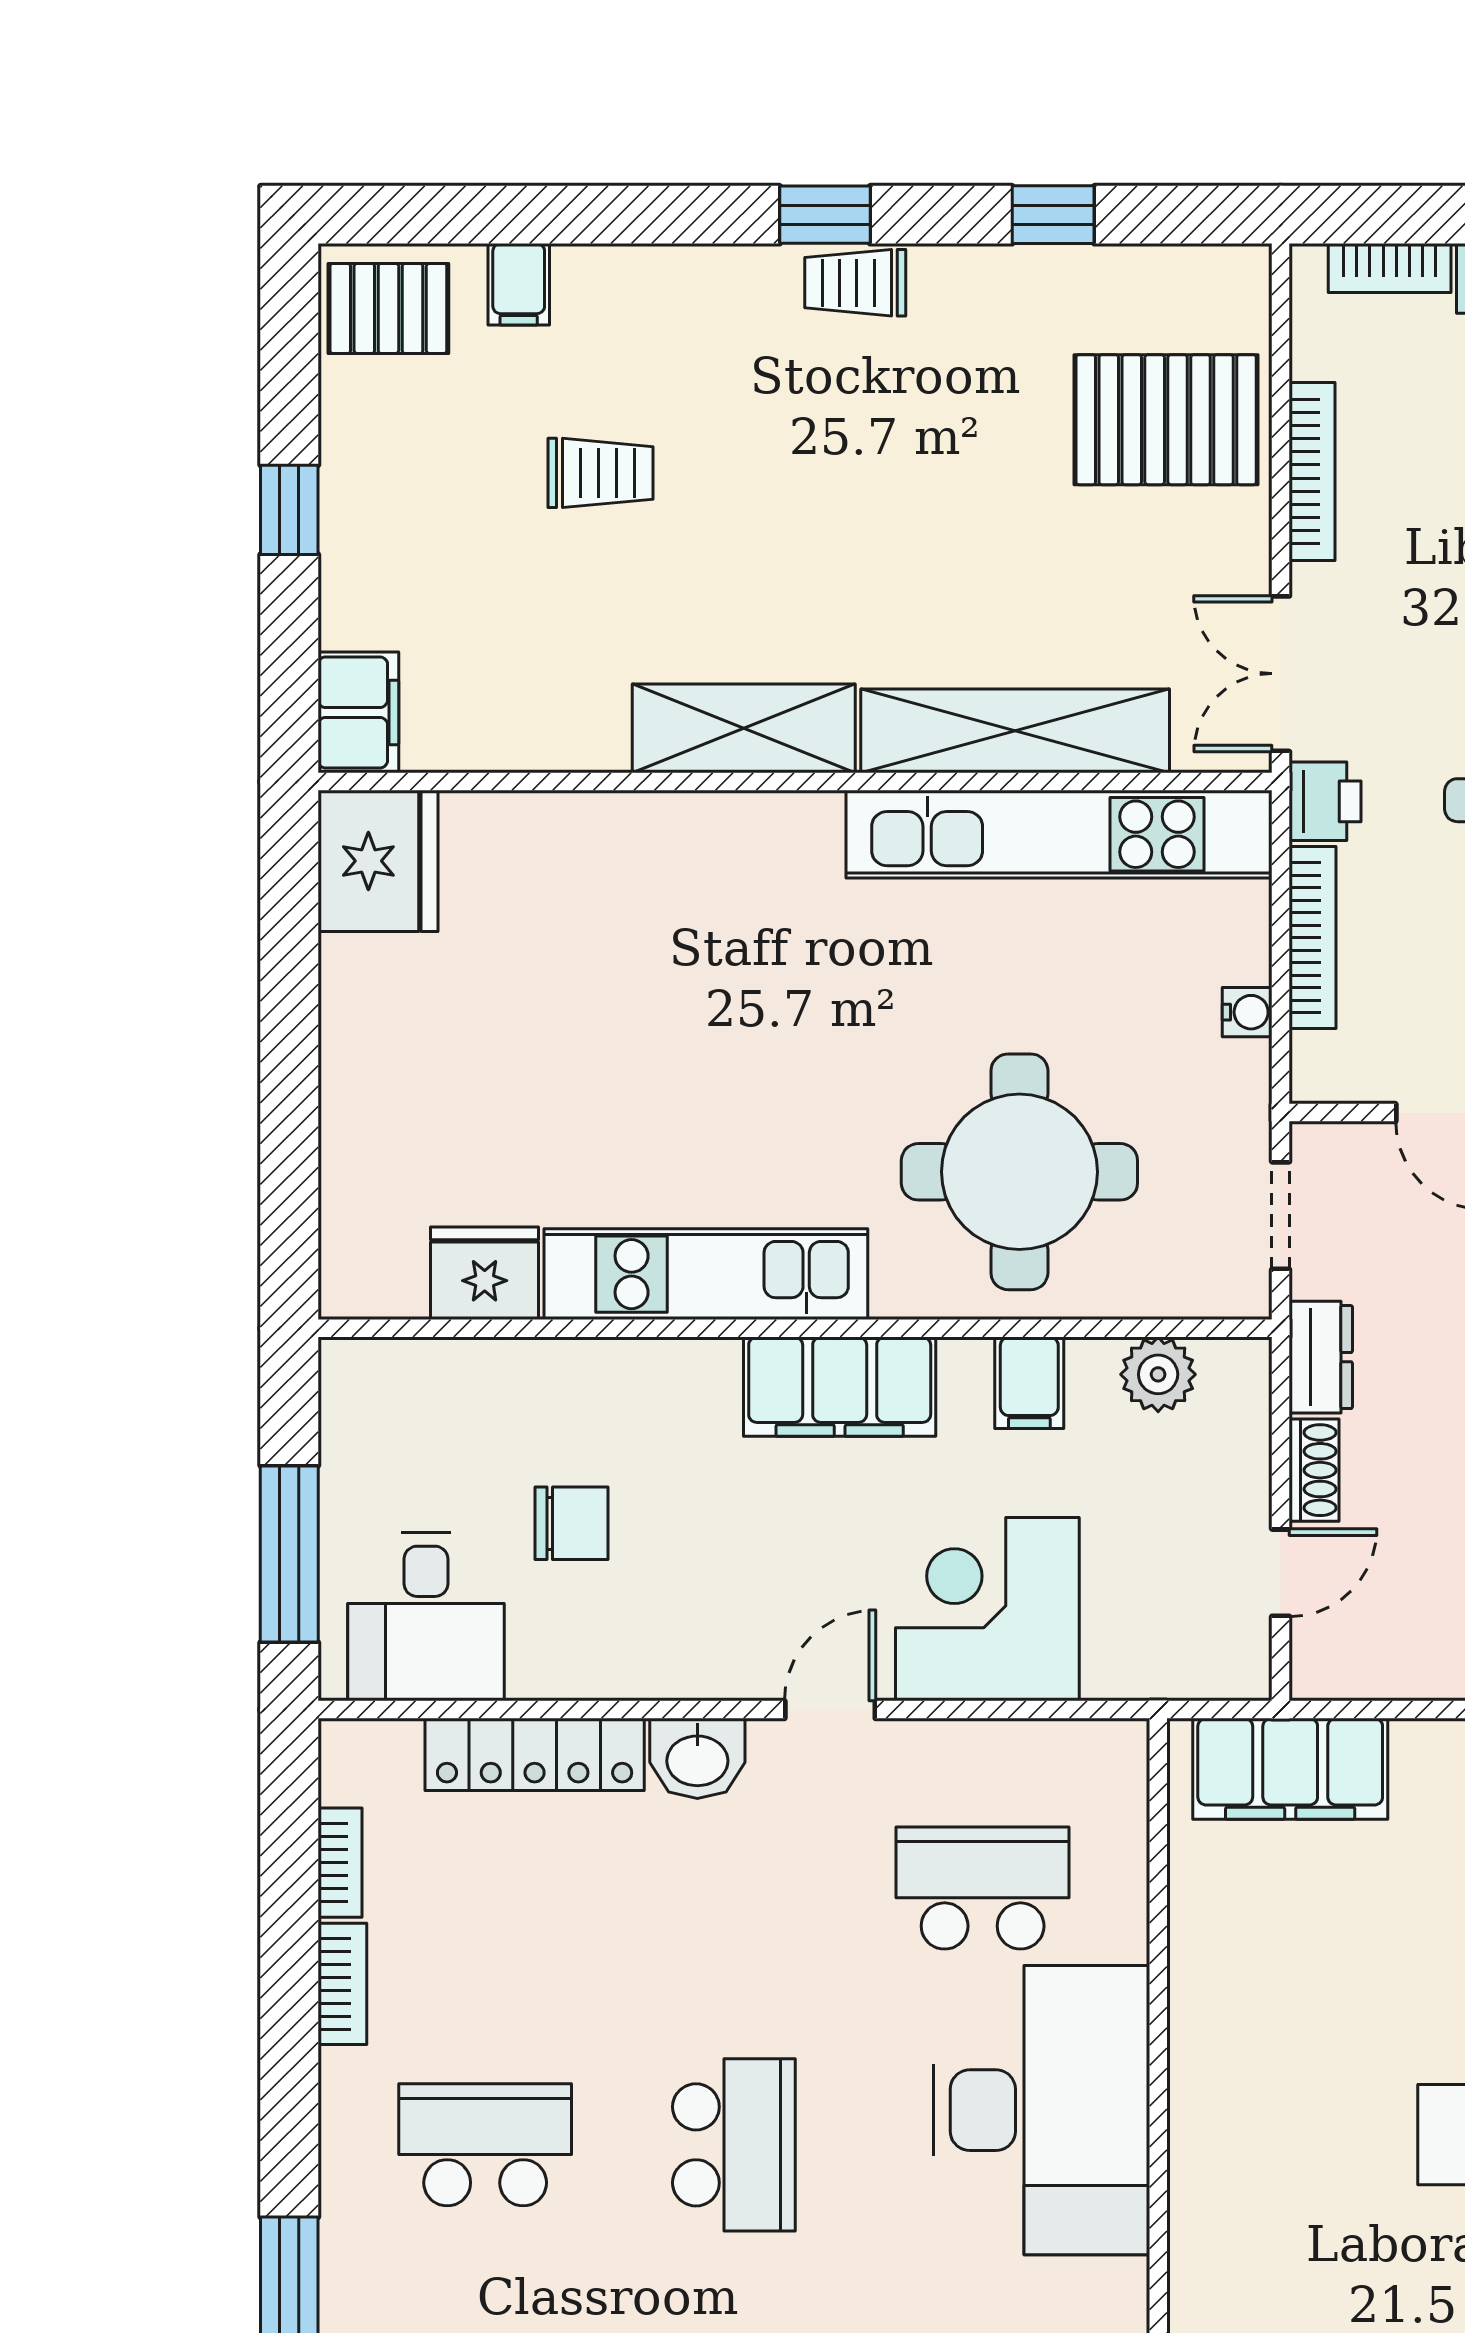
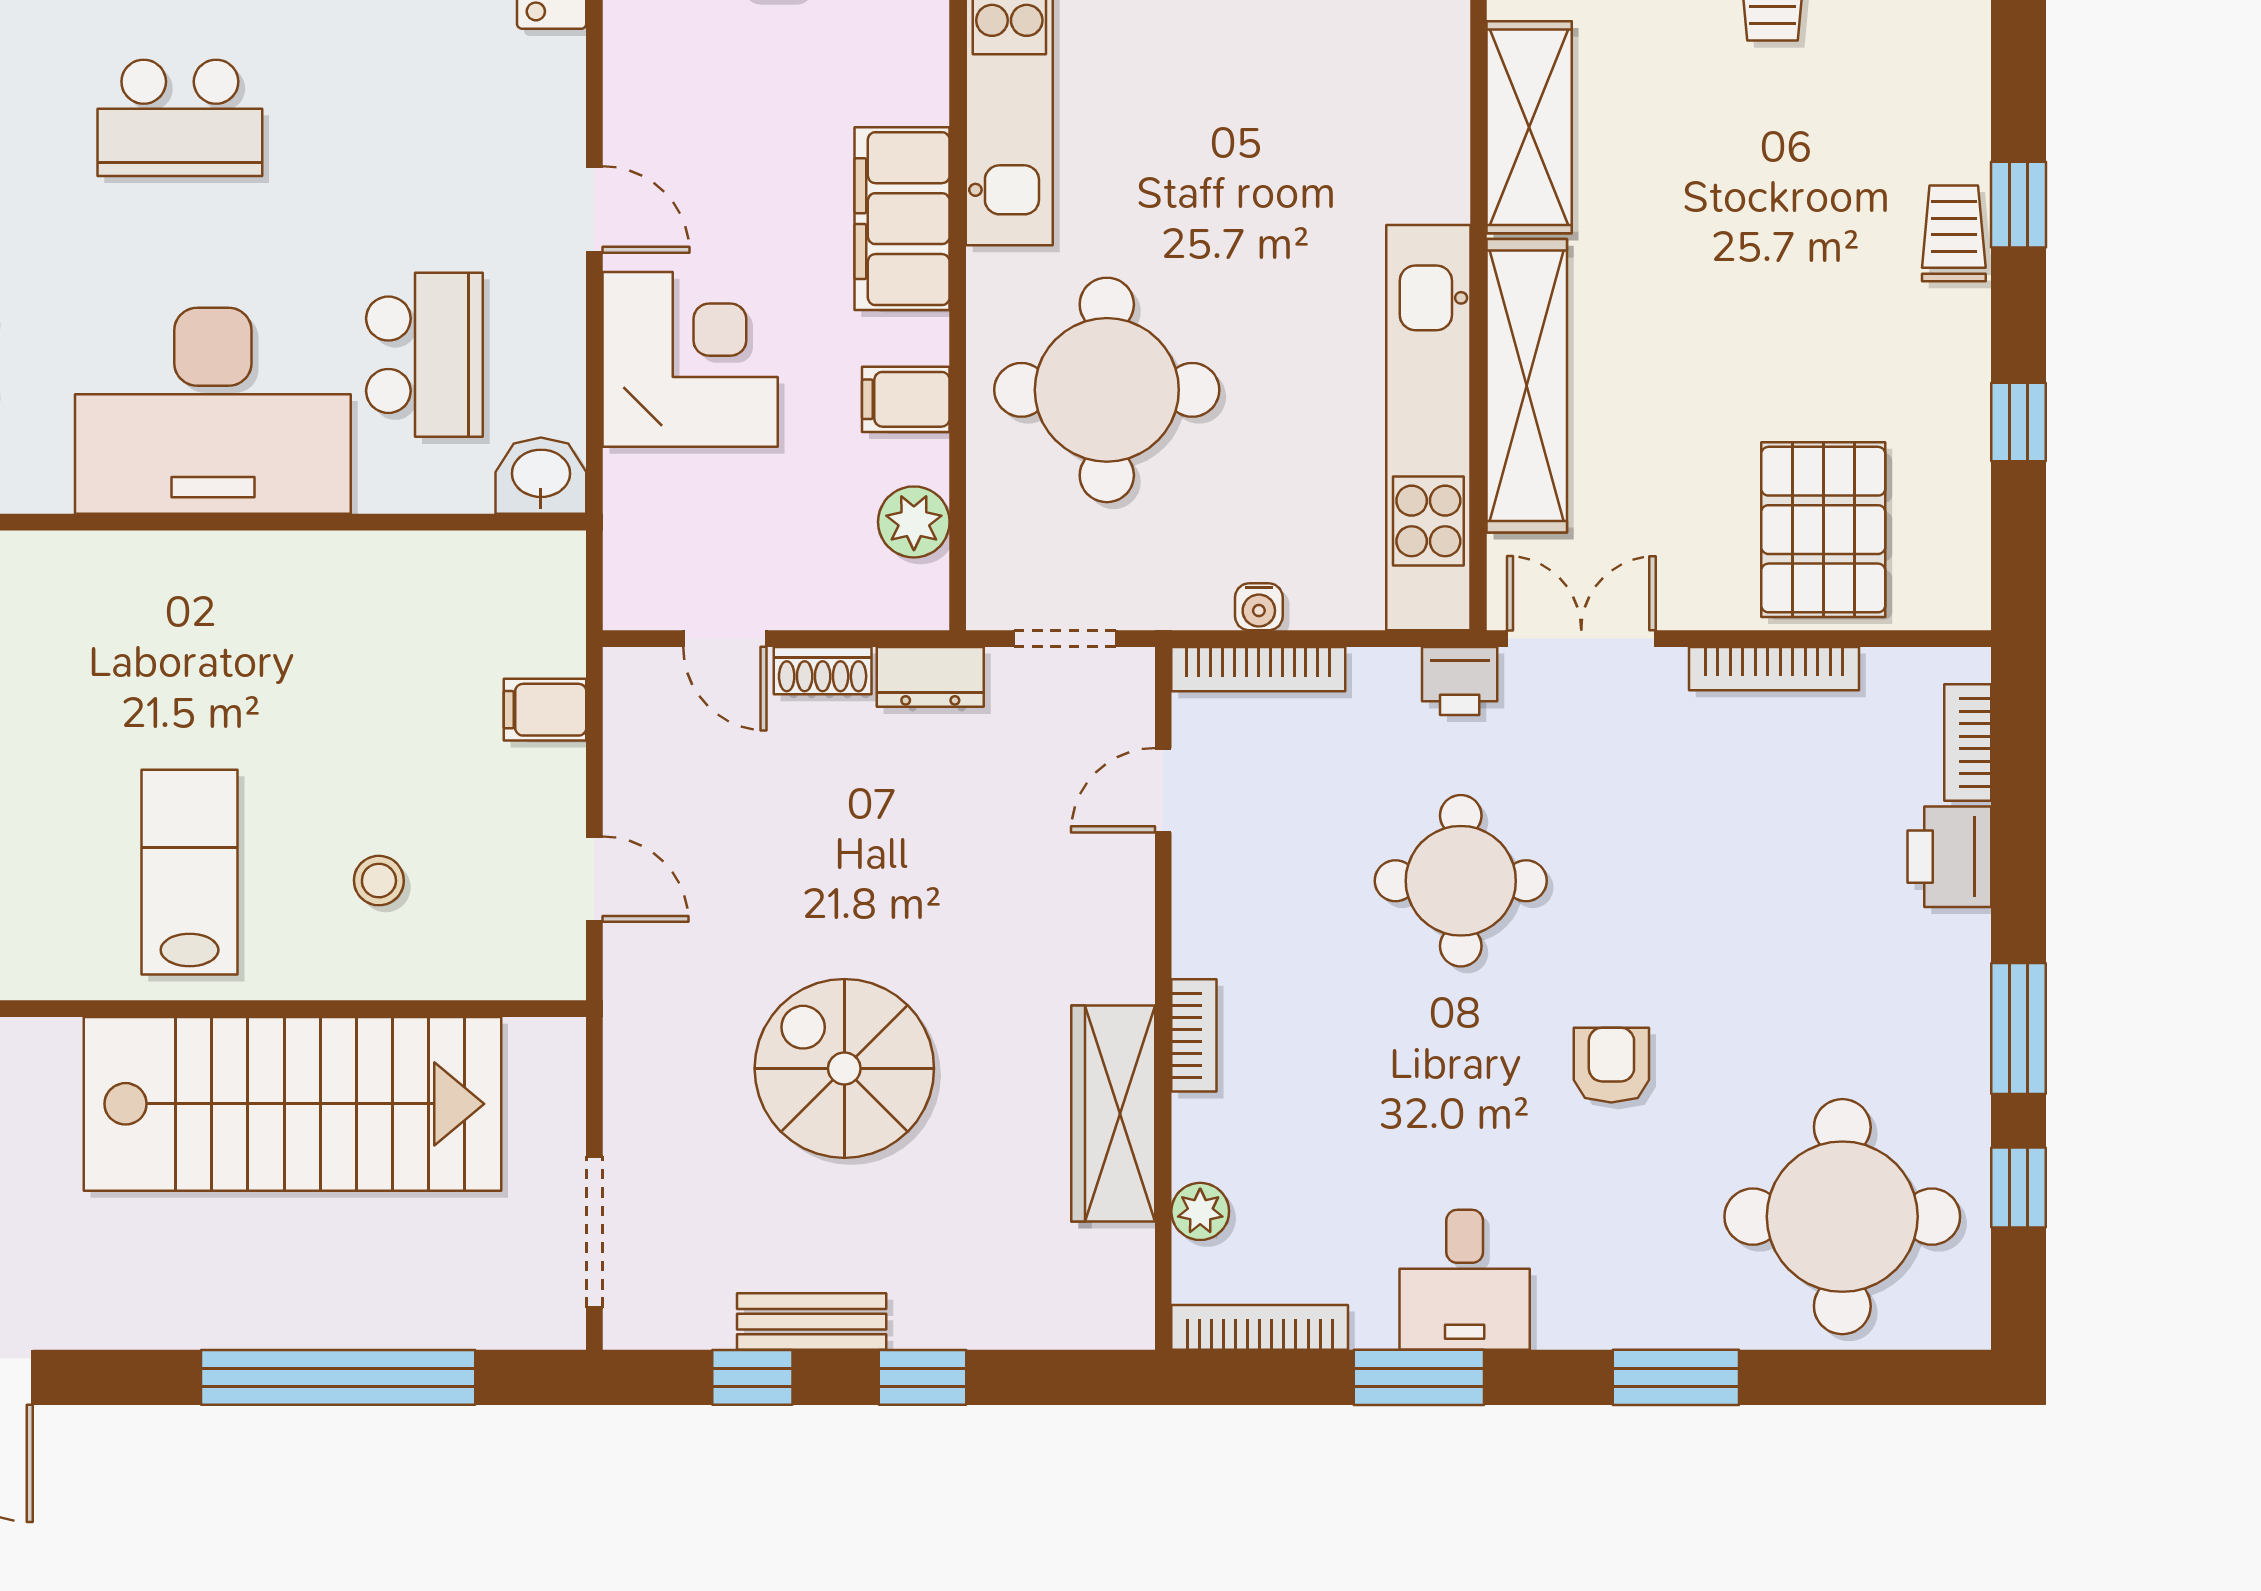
bookcase: (1313, 938) -> (1258, 669), moved
washbasin: (697, 1758) -> (541, 476), moved, turned 90
filing cabinet: (1290, 1769) -> (545, 710), width x0.33, depth x0.86

